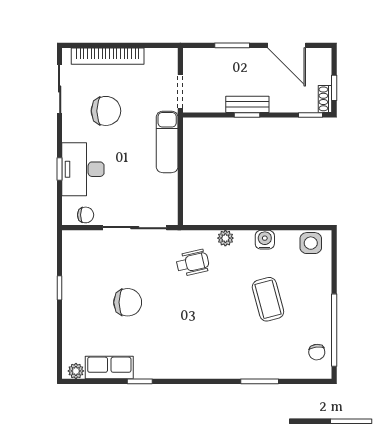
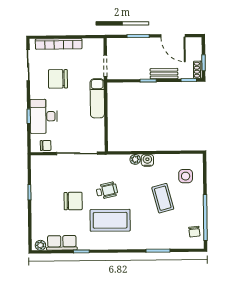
bench: (247, 104) -> (164, 74), moved
chair: (106, 111) -> (58, 79), turned 180
water cooler: (265, 240) -> (147, 160), moved
side table: (311, 243) -> (186, 176), moved
wheelchair: (193, 263) -> (107, 191), moved
coffee table: (185, 333) -> (110, 220), added

